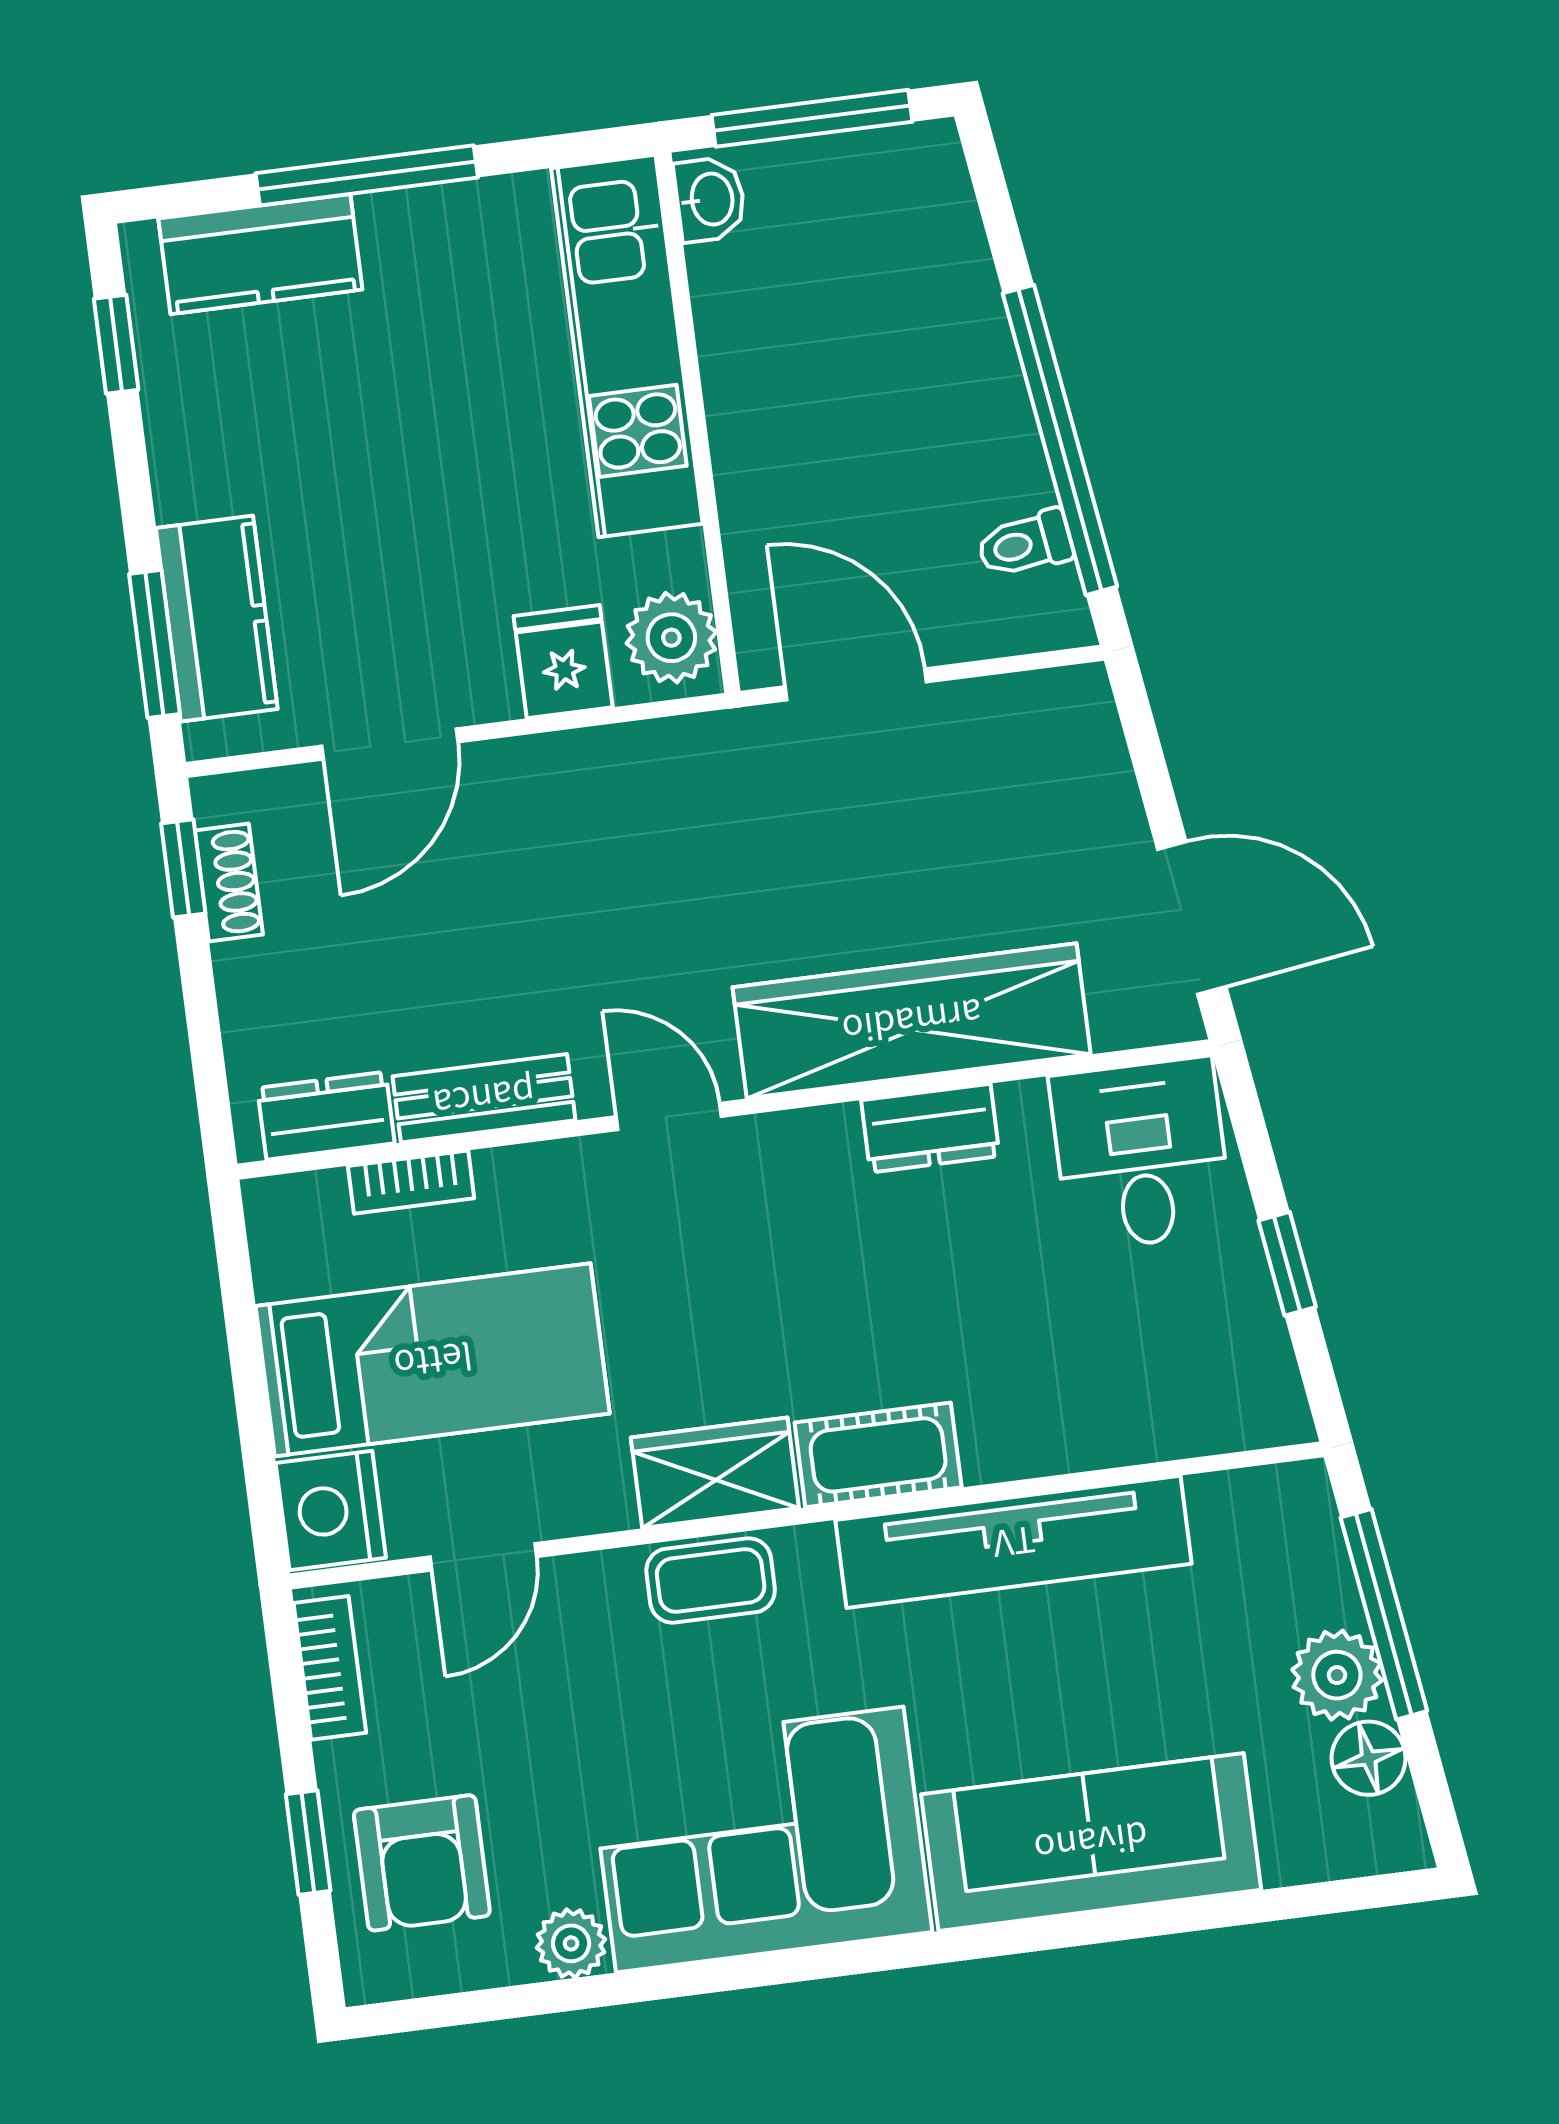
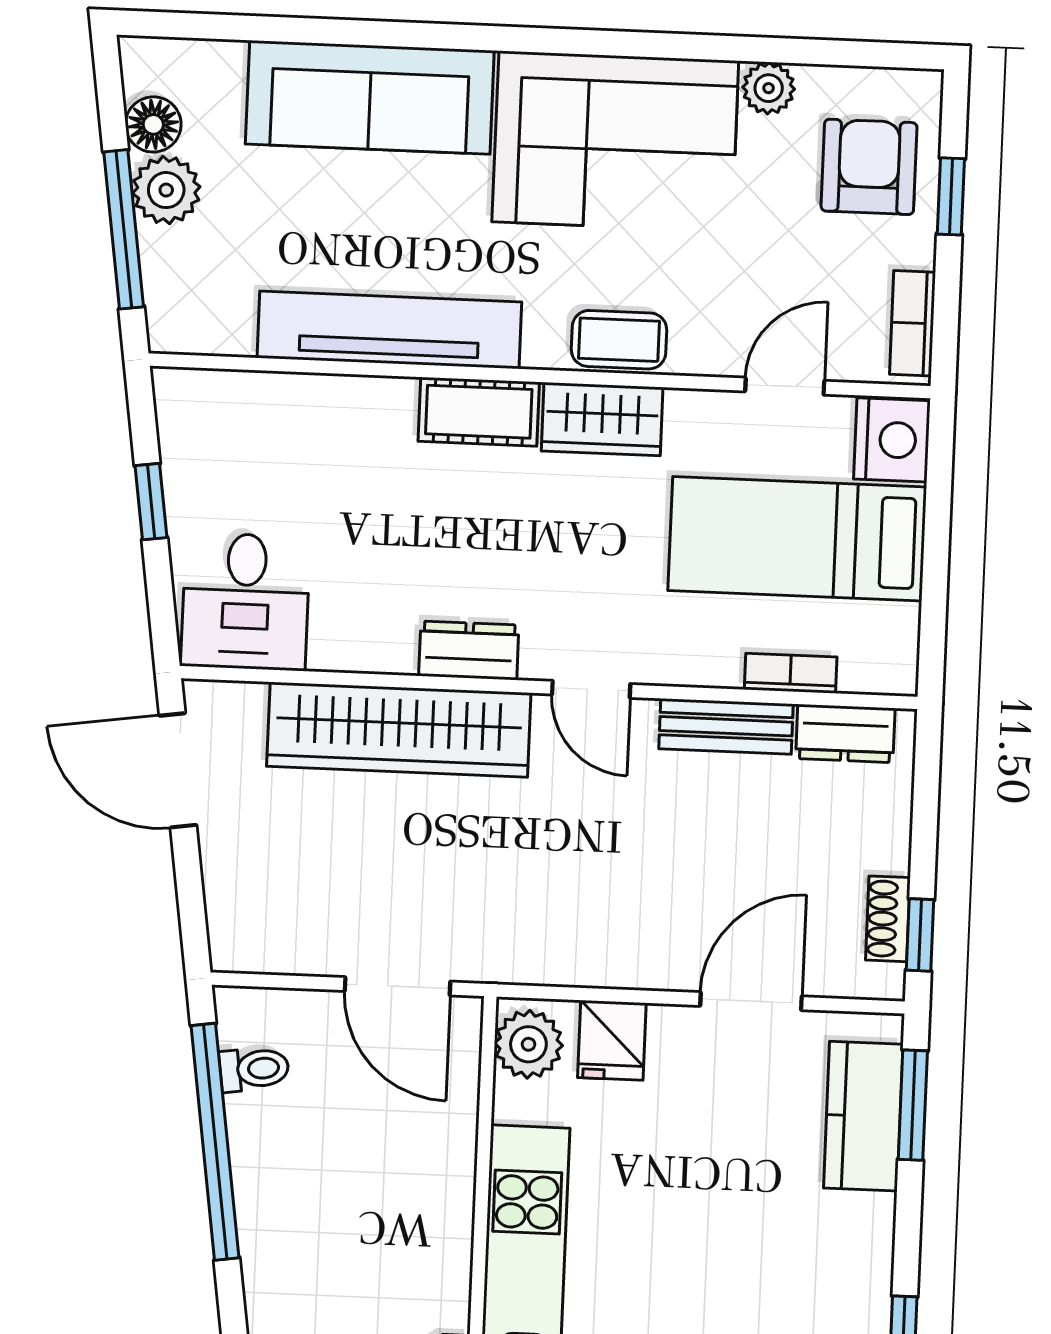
dresser: (930, 1128) -> (469, 650), moved

